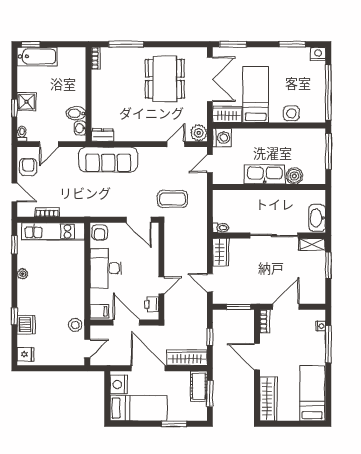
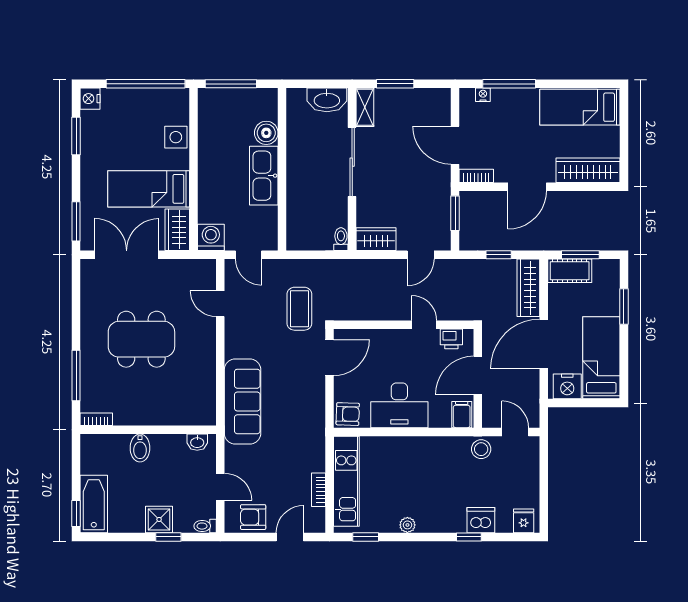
dining table: (165, 79) -> (141, 339), moved
bidet: (76, 113) -> (140, 448), moved
plant: (199, 133) -> (204, 271), removed
dresser: (103, 135) -> (207, 410), removed

